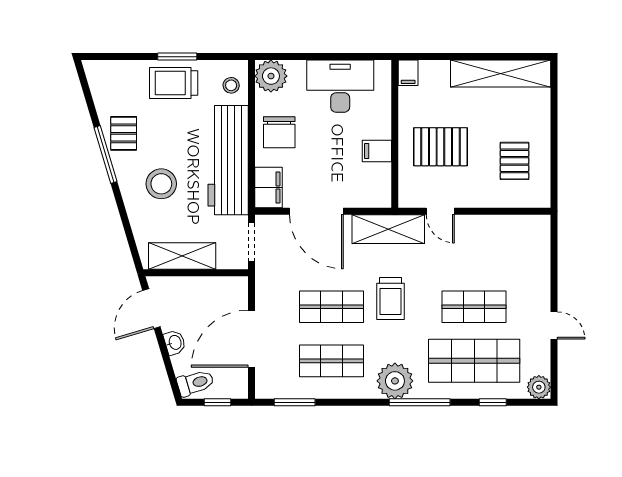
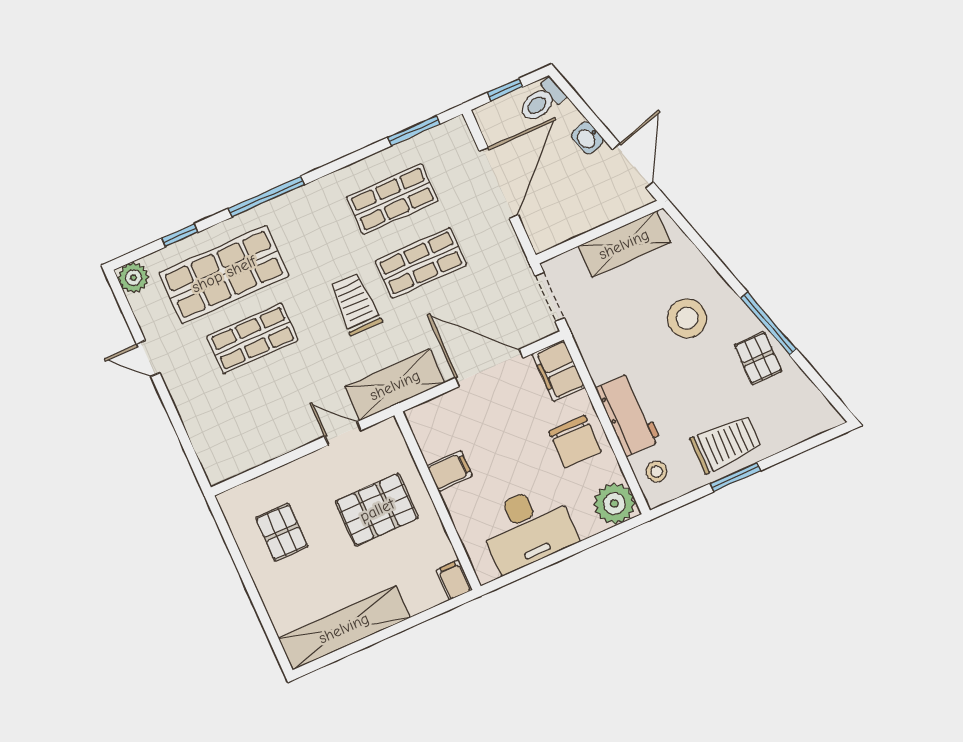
chair: (279, 132) -> (575, 441), turned 180
workbench: (228, 160) -> (628, 414), width x0.53, depth x0.76
plant: (395, 381) -> (307, 209), removed

